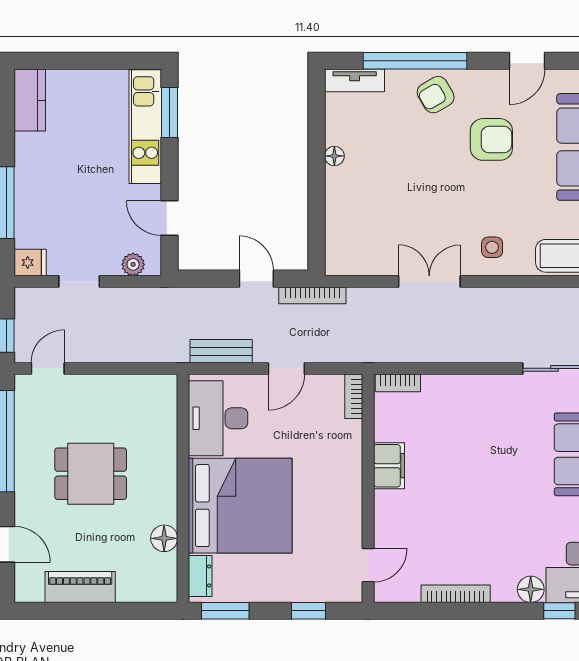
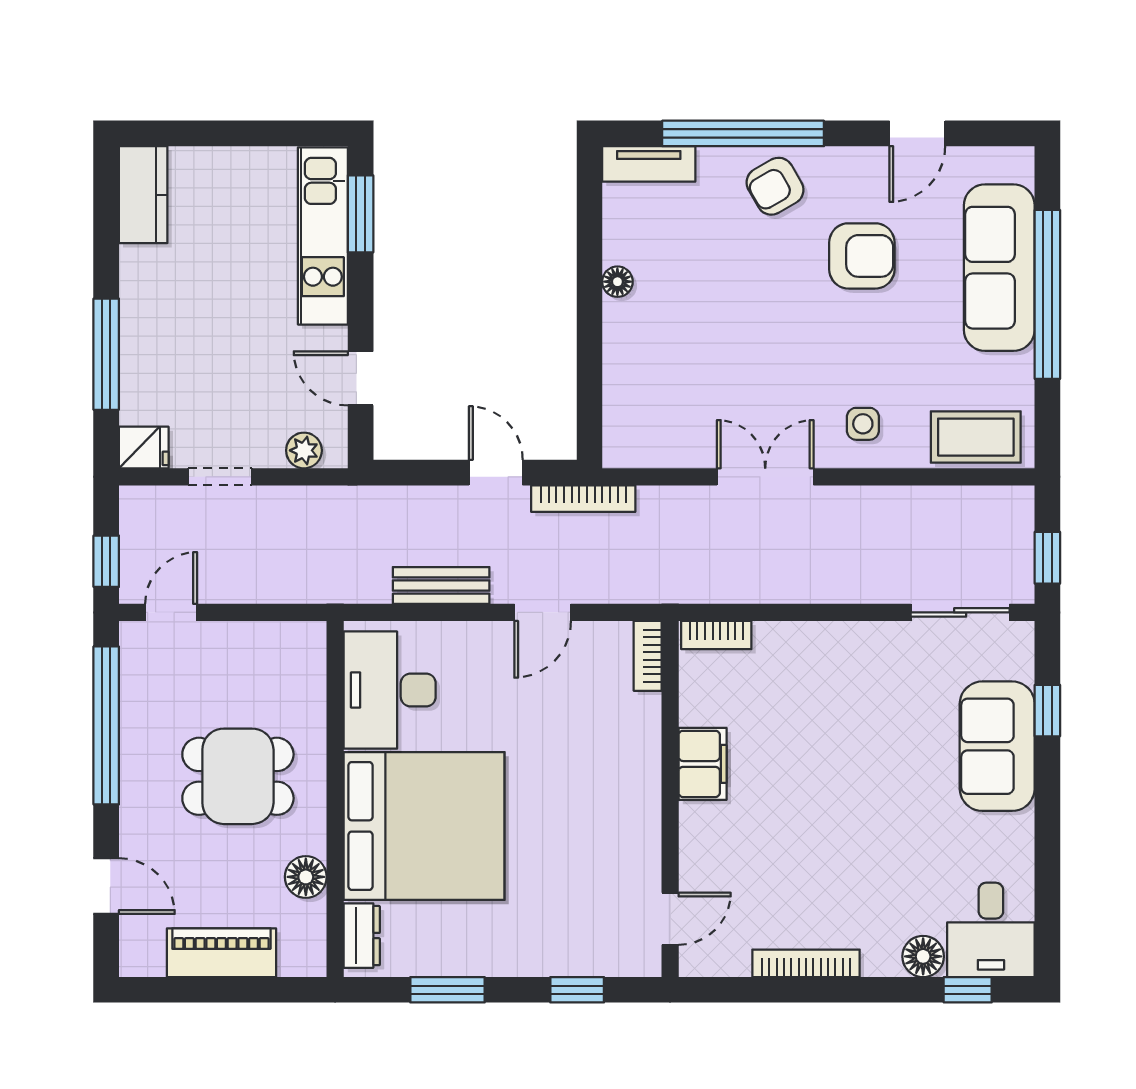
desk: (218, 418) -> (390, 690), moved
wall: (183, 488) -> (335, 799), moved
bed: (240, 506) -> (424, 826), moved
floor lamp: (164, 538) -> (306, 877), moved
dresser: (200, 576) -> (362, 936), moved

